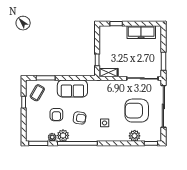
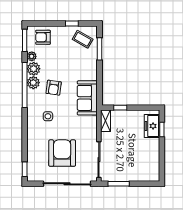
freezer: (141, 32) -> (152, 126), moved, width x0.71
sofa: (72, 89) -> (87, 98), moved
armchair: (56, 115) -> (43, 37), moved
plant: (135, 136) -> (33, 83), moved

